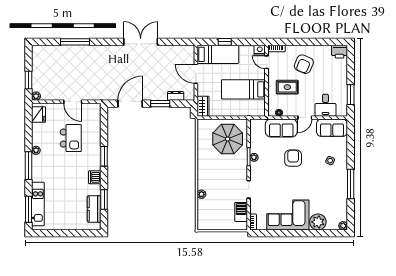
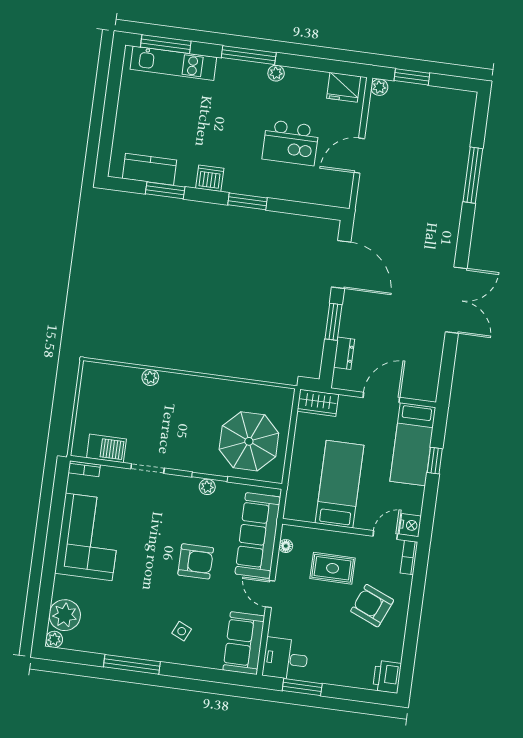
rug: (287, 87) -> (333, 568), turned 90
desk: (325, 105) -> (285, 659), moved
sofa: (281, 128) -> (258, 536), width x1.36
plant: (318, 222) -> (65, 615), moved

